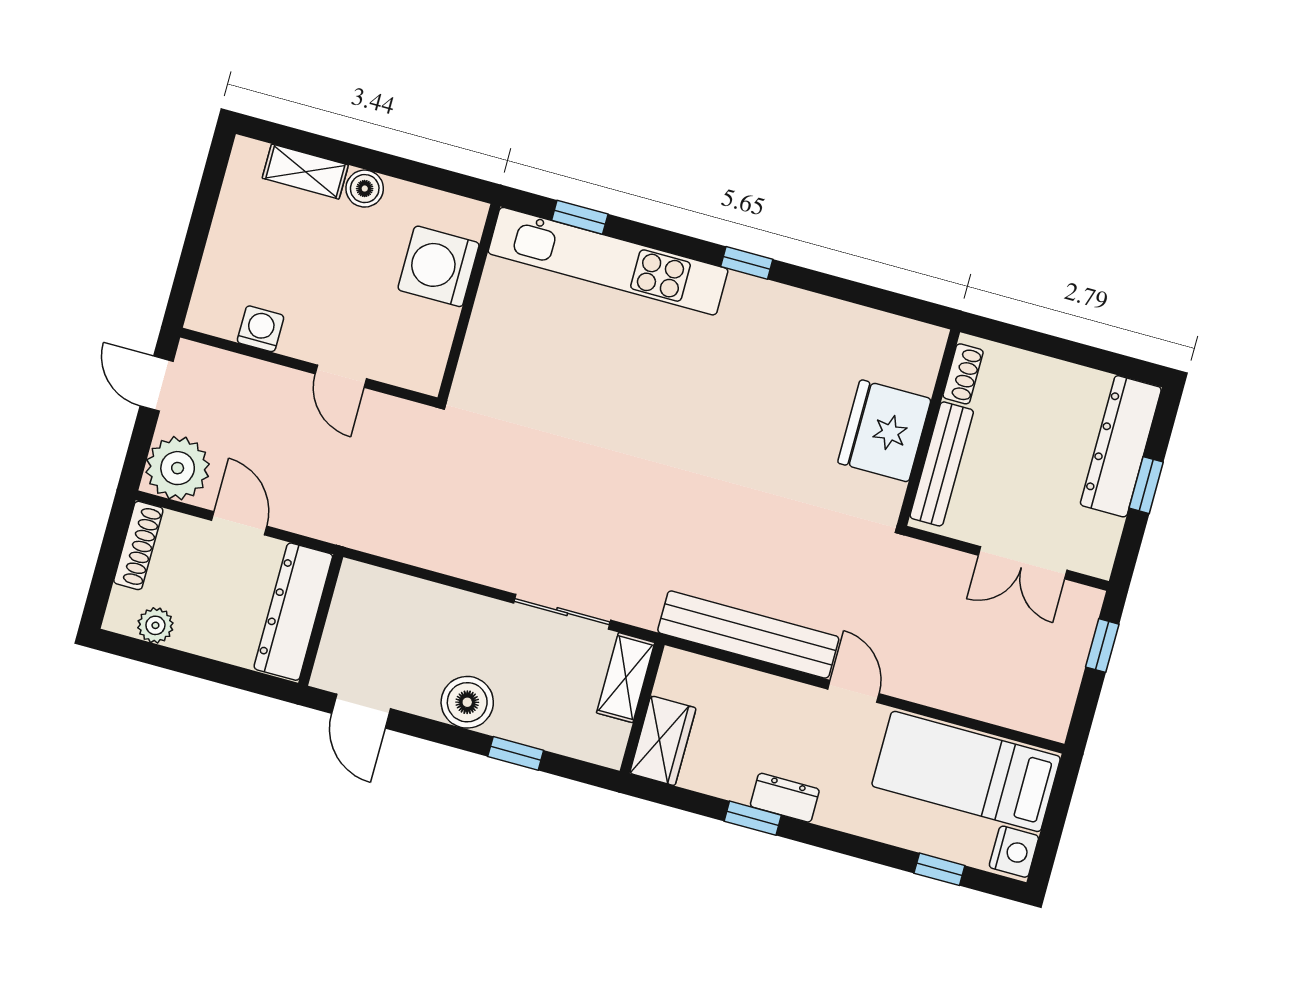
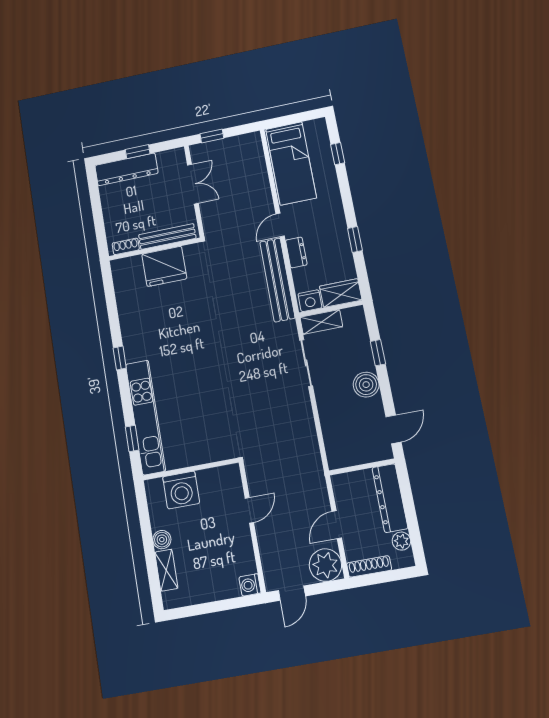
washing machine: (261, 329) -> (250, 585), moved
dresser: (293, 612) -> (390, 498), moved, turned 90
dresser: (785, 798) -> (296, 252), moved, turned 180
nightstand: (1014, 852) -> (310, 301), moved, turned 180

